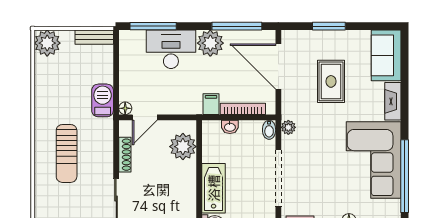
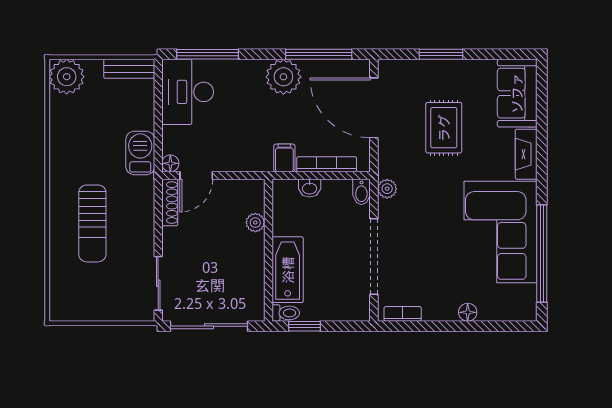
desk: (171, 49) -> (188, 92), moved, turned -90
plant: (183, 147) -> (255, 223), width x0.53, depth x0.53
shoe rack: (125, 155) -> (170, 203), moved

